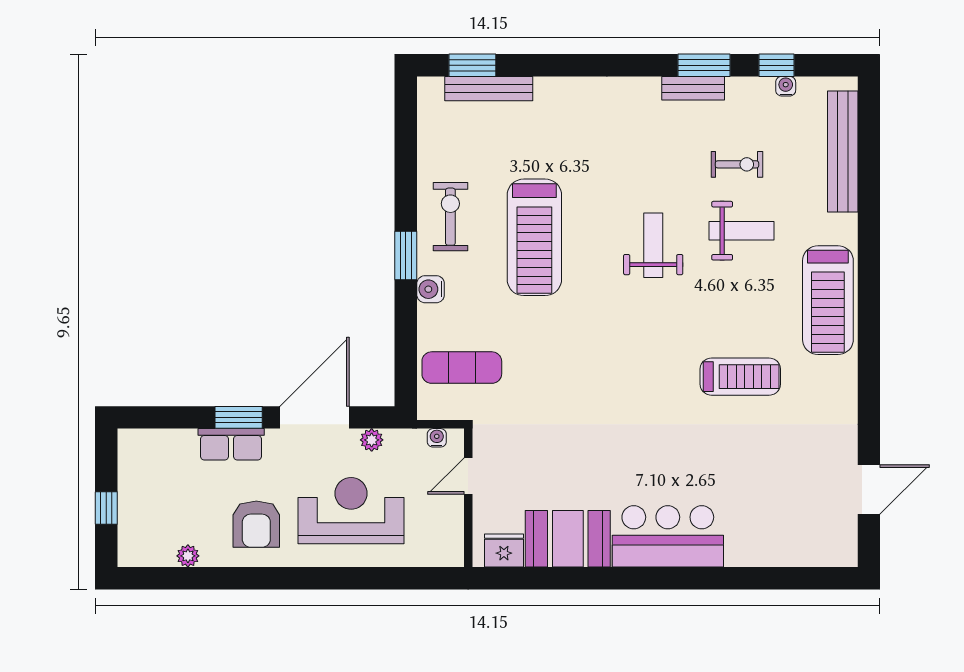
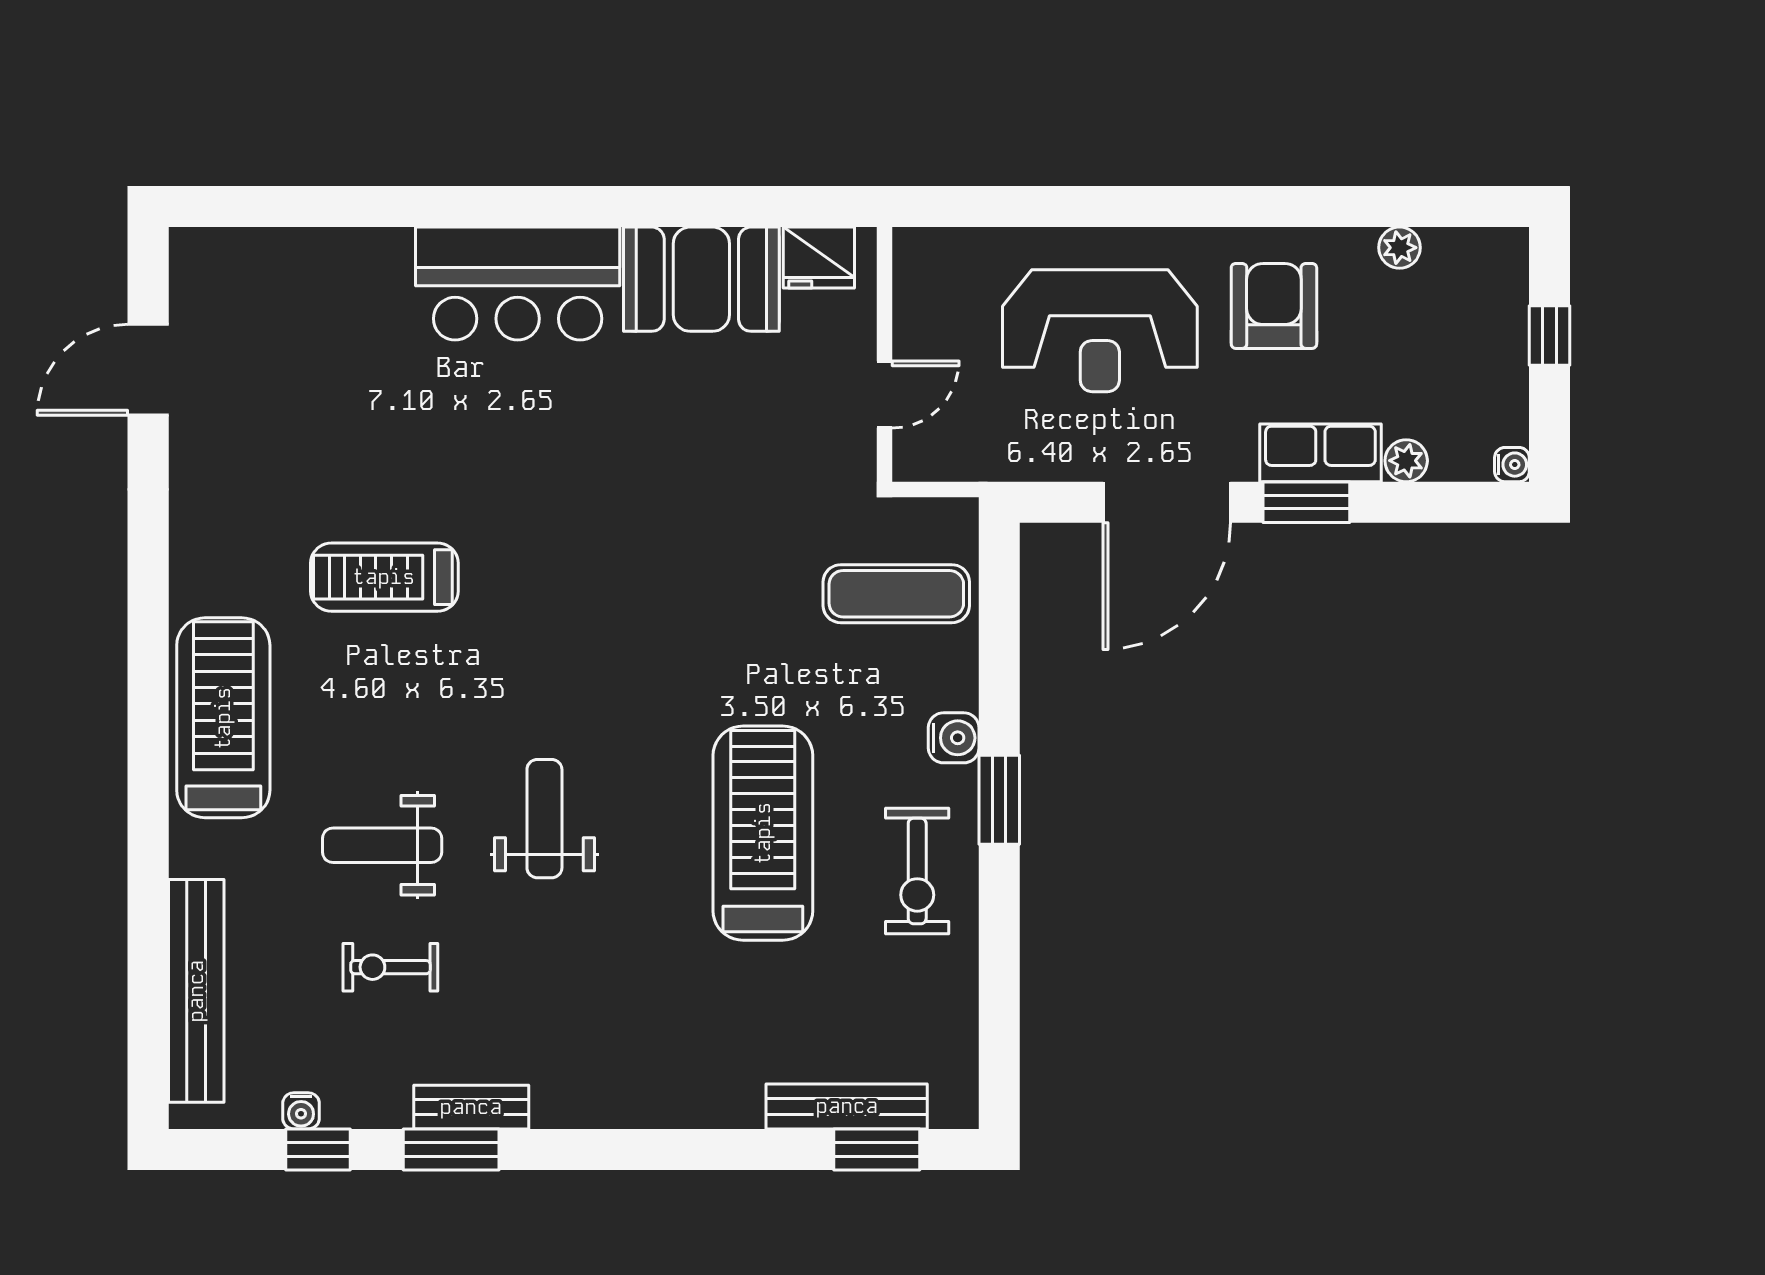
weight bench: (653, 245) -> (544, 819), turned 180
water cooler: (437, 438) -> (1512, 465), moved, turned -90
plant: (372, 440) -> (1406, 461), moved

